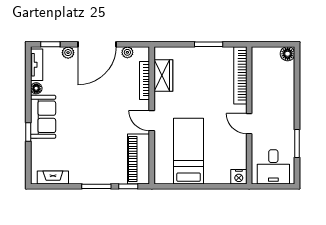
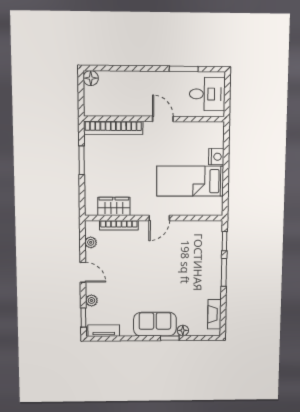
door: (97, 44) -> (83, 272), width x0.53
floor lamp: (36, 88) -> (183, 330), moved
door: (249, 124) -> (163, 119), swing flipped
piano: (139, 159) -> (197, 231), removed
nightstand: (239, 177) -> (216, 157), moved

